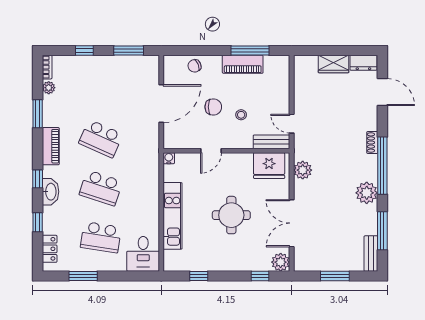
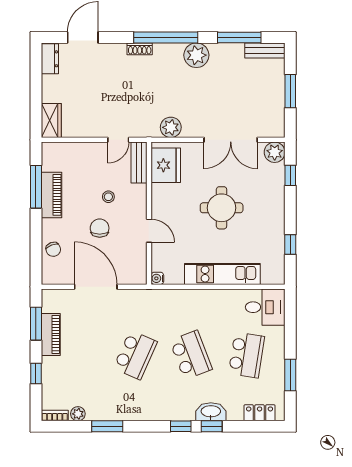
wardrobe: (334, 64) -> (51, 121), moved
piano: (51, 146) -> (51, 334), moved, turned 90
school desk: (101, 188) -> (191, 355), turned -39
washbasin: (50, 192) -> (211, 412), moved
window: (38, 222) -> (212, 426), moved

